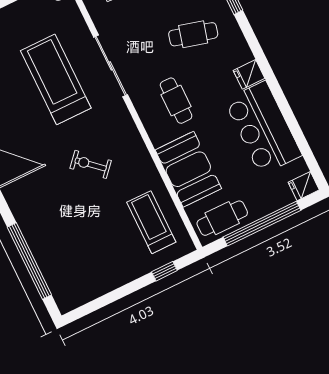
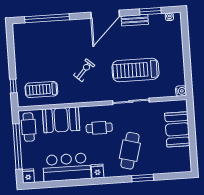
cafe table: (193, 34) -> (130, 151), width x1.37, depth x1.35
treadmill: (56, 79) -> (135, 70), turned 180
treadmill: (151, 222) -> (41, 90), turned 180

